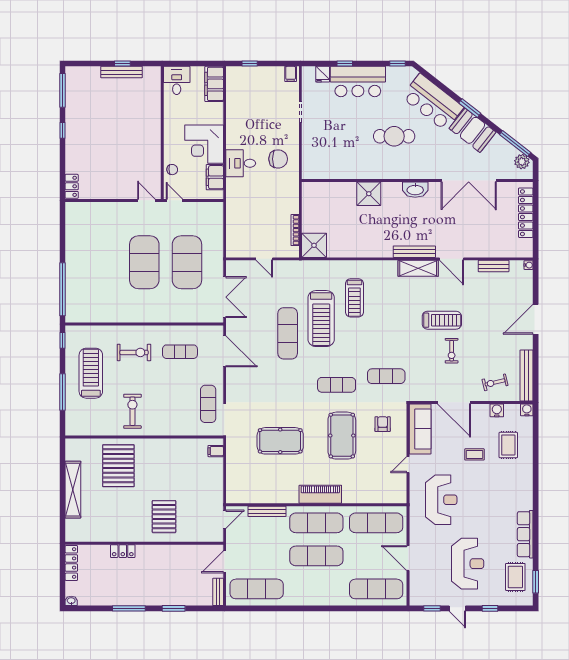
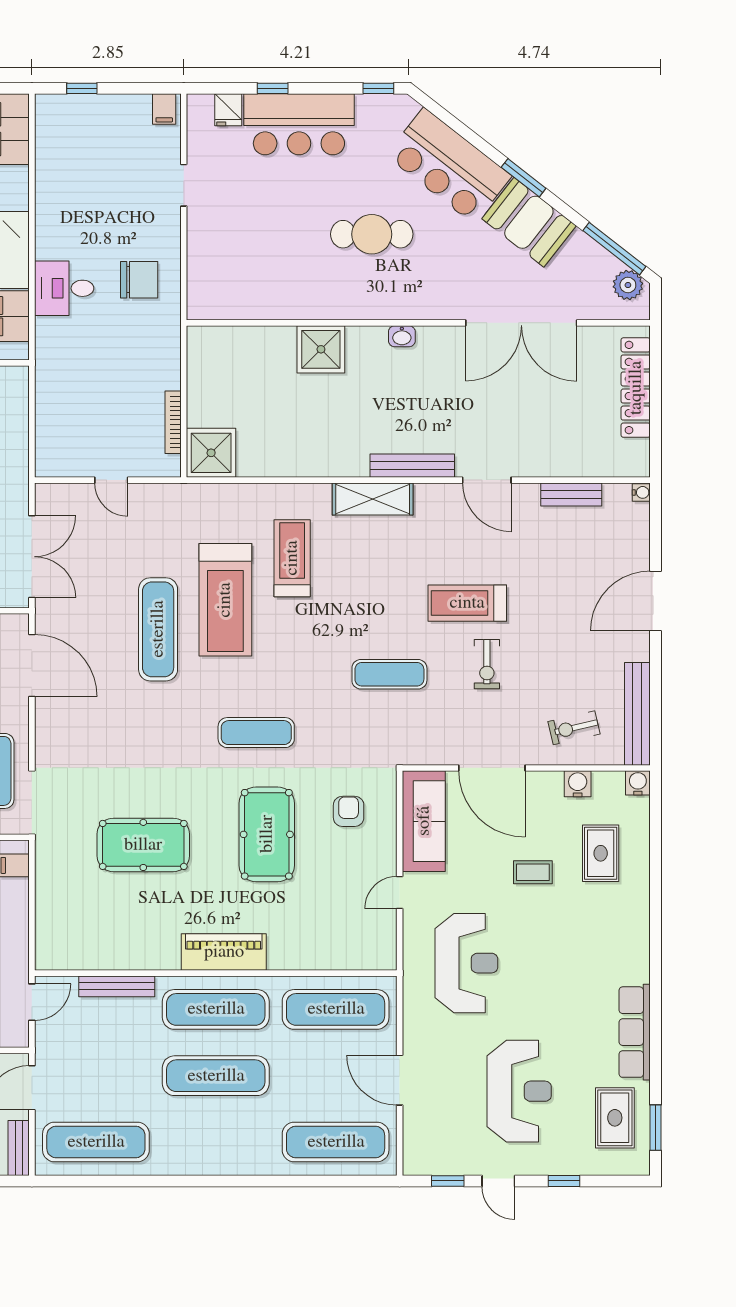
washbasin: (415, 190) -> (402, 336), width x0.52, depth x0.69
shelving: (418, 268) -> (373, 499), moved
treadmill: (354, 298) -> (292, 558), turned 180
treadmill: (442, 320) -> (467, 603), turned 180
exercise mat: (386, 376) -> (389, 674), moved

